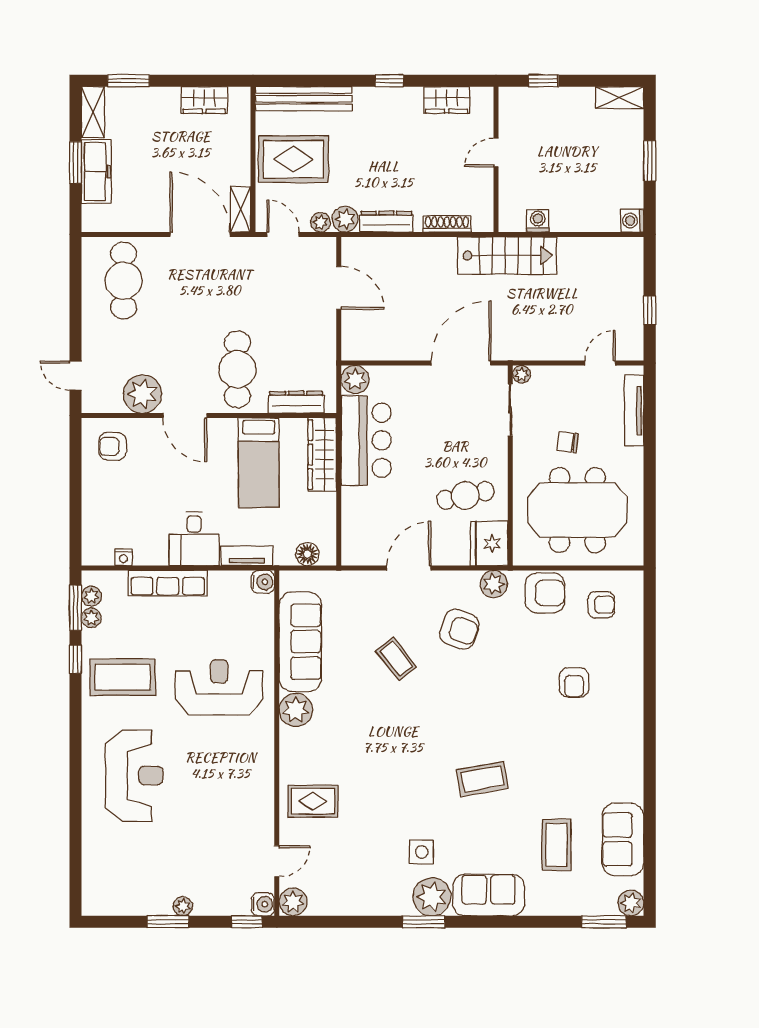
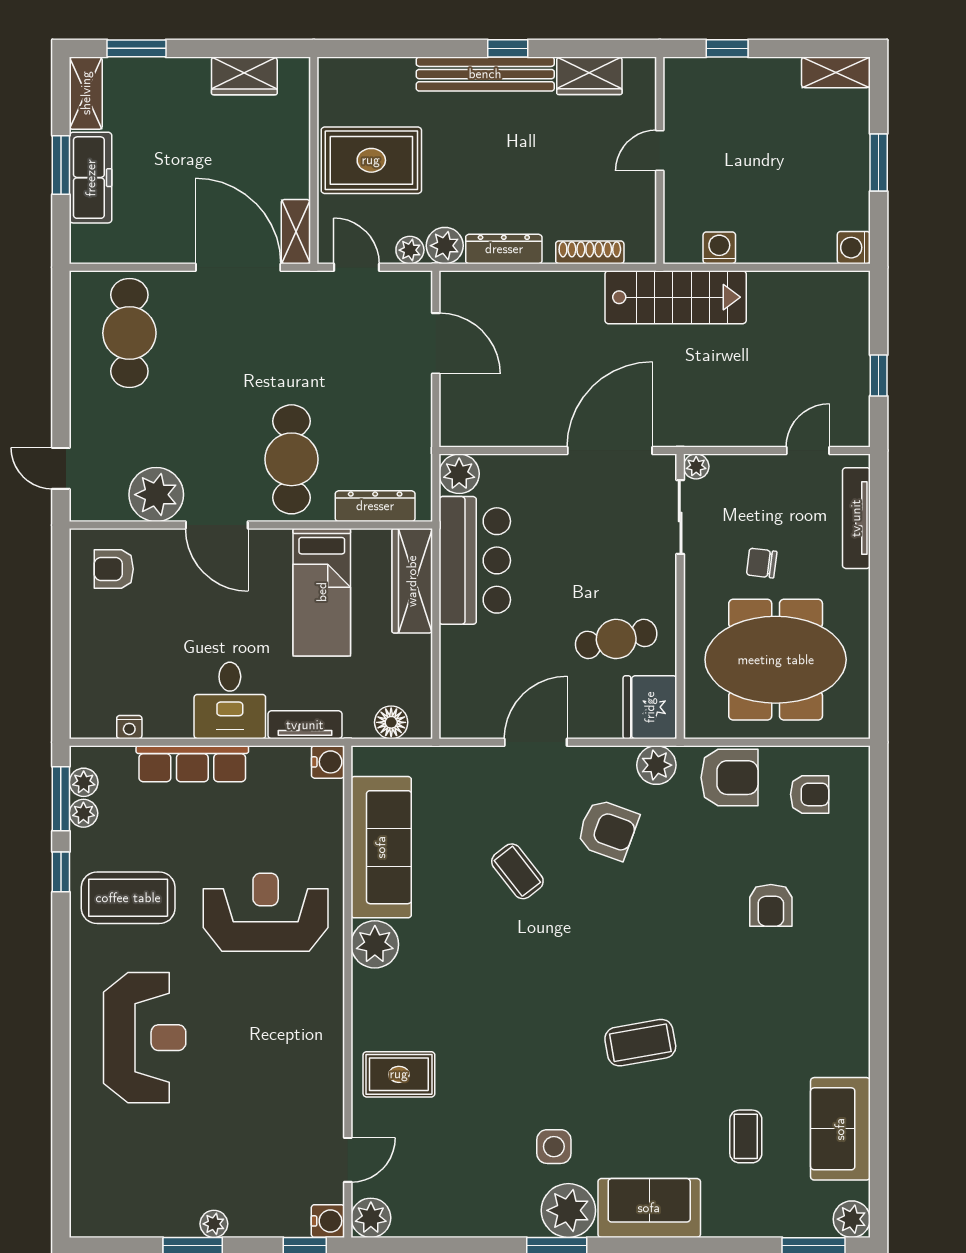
bench: (304, 99) -> (485, 74), moved
coffee table: (556, 845) -> (746, 1136), width x0.73, depth x0.77

